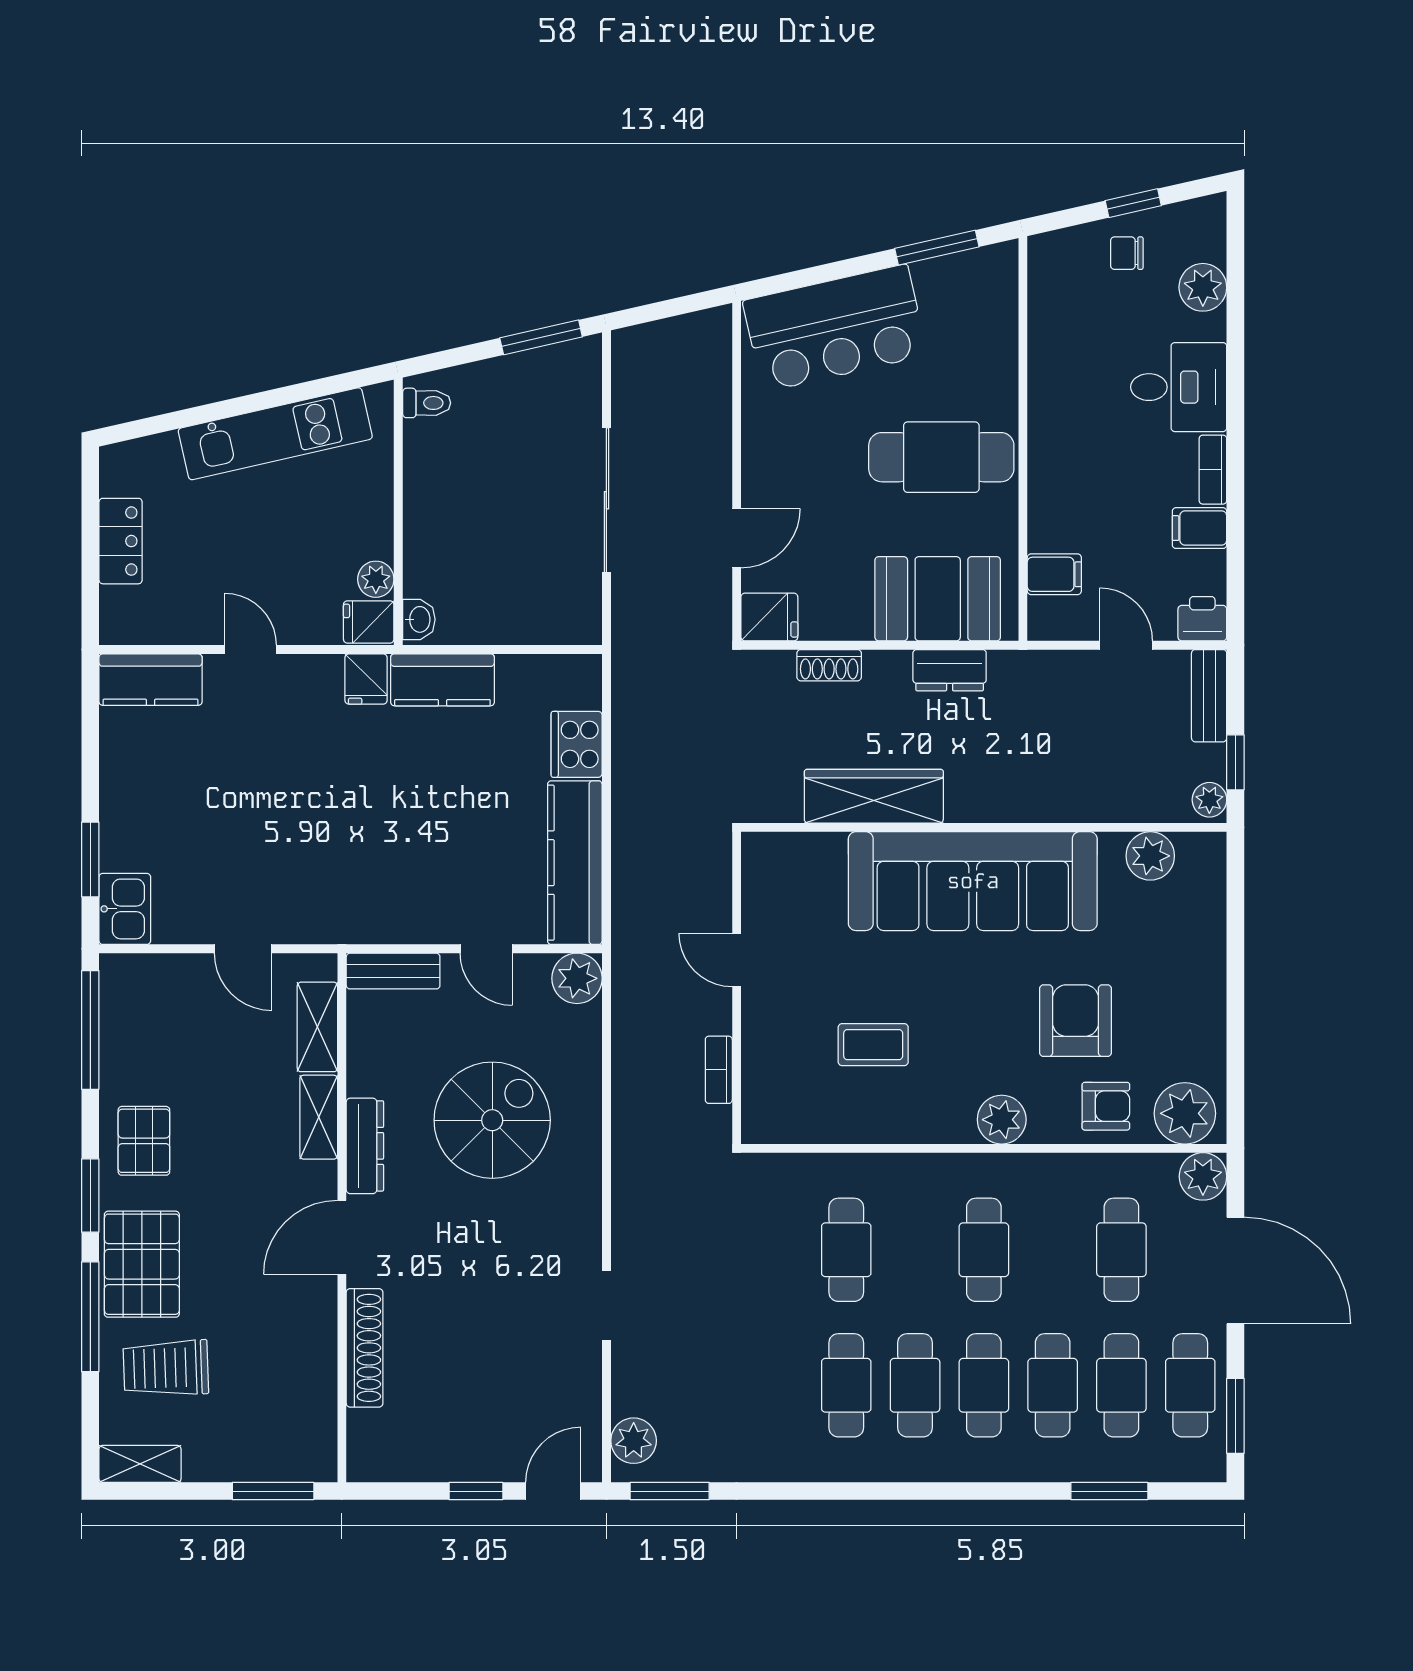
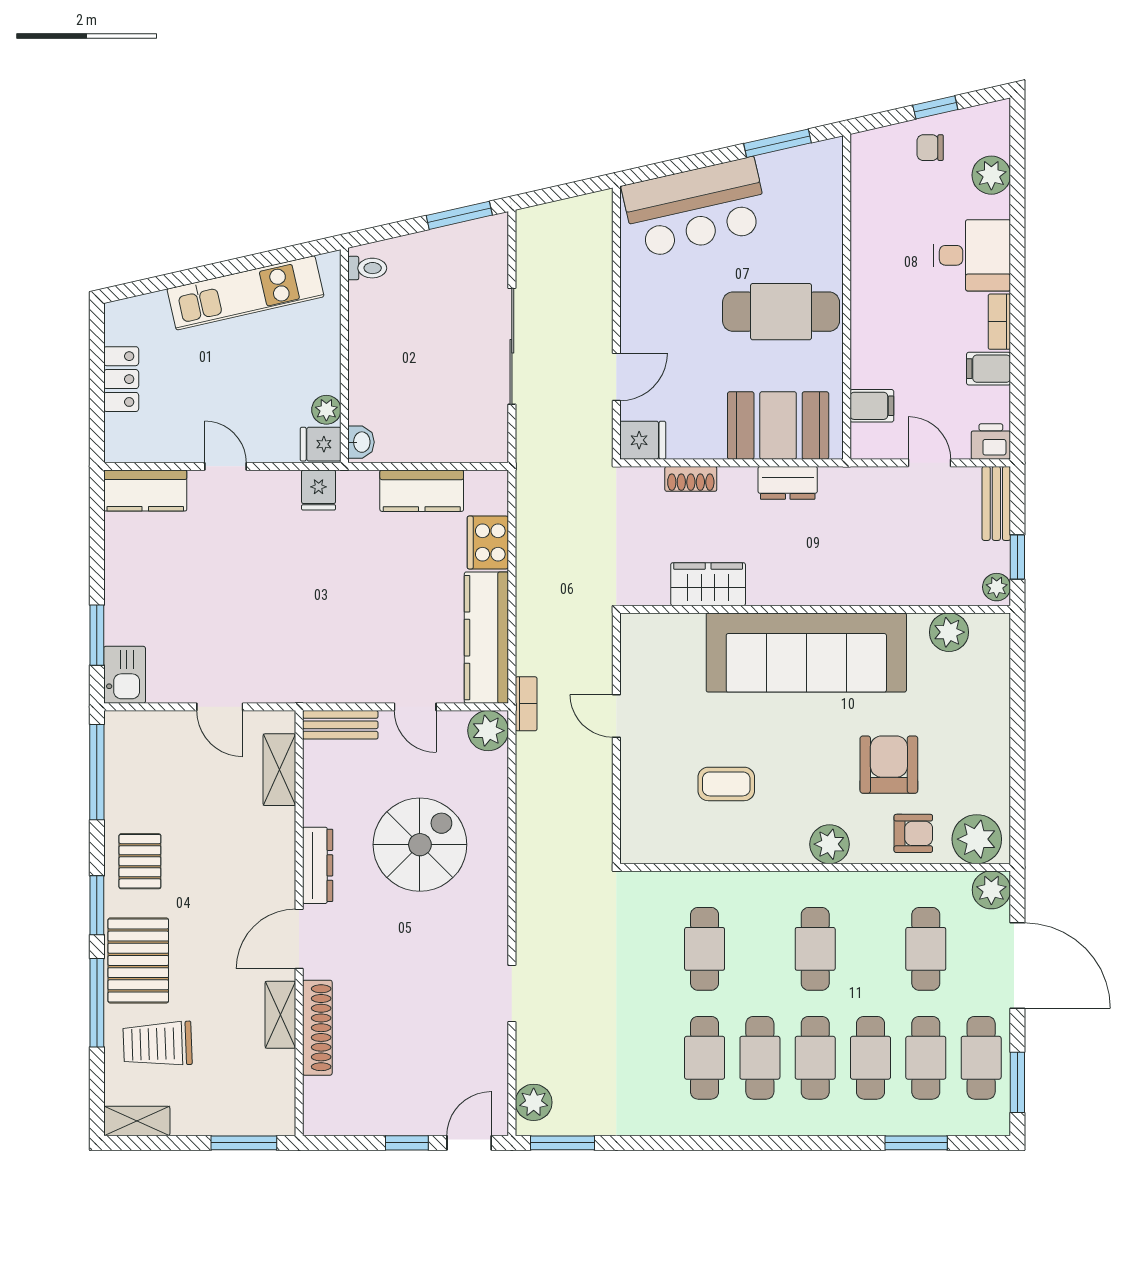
kitchen counter: (442, 680) -> (422, 491), moved
wardrobe: (874, 796) -> (708, 584), width x0.67
bookcase: (719, 1070) -> (526, 704), moved, turned 180
shelving: (319, 1117) -> (280, 1015), moved

